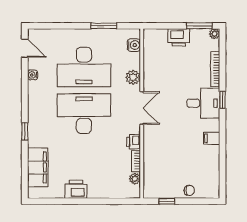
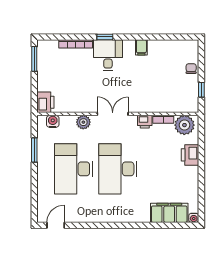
plant: (214, 34) -> (42, 45), removed
printer: (179, 37) -> (45, 102), moved
desk: (84, 67) -> (74, 169), turned 180
water cooler: (33, 75) -> (194, 218), moved
window: (25, 131) -> (135, 225), removed
plant: (135, 179) -> (184, 125), width x1.87, depth x1.87
printer: (76, 189) -> (190, 155), moved

